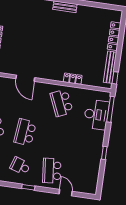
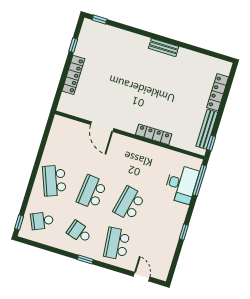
locker: (73, 79) -> (154, 134), width x1.53
school desk: (62, 103) -> (129, 204), moved, turned 36
door: (66, 193) -> (142, 277), moved

